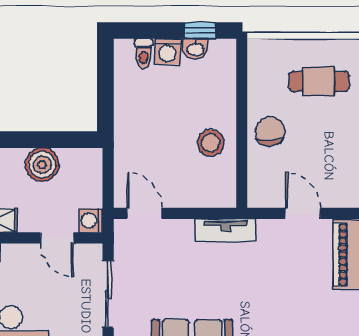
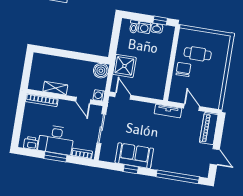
cafe table: (319, 81) -> (198, 54), moved
stool: (211, 143) -> (157, 70), removed
shower: (137, 145) -> (124, 66), added
boiler: (42, 165) -> (101, 71), moved
tv unit: (226, 230) -> (168, 111), moved

